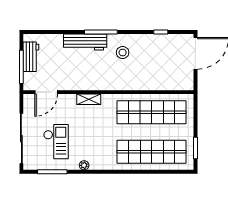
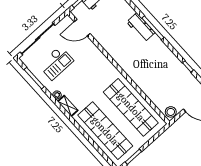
workbench: (85, 42) -> (141, 27), width x0.73
stool: (123, 52) -> (171, 112), moved
shelving: (89, 99) -> (68, 106), moved

